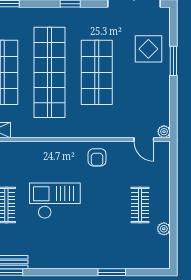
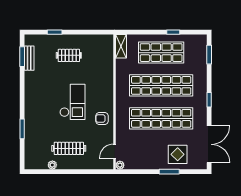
shop shelf: (97, 72) -> (161, 118), width x1.40
checkout: (55, 201) -> (72, 102), moved
clothes rail: (140, 205) -> (69, 148), width x1.36

